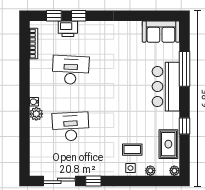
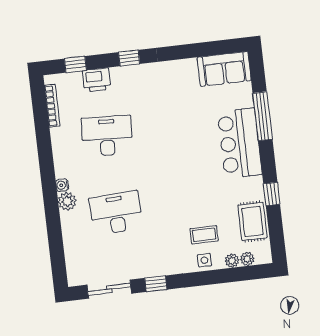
window: (79, 16) -> (129, 58), moved
plant: (174, 171) -> (247, 259), moved

